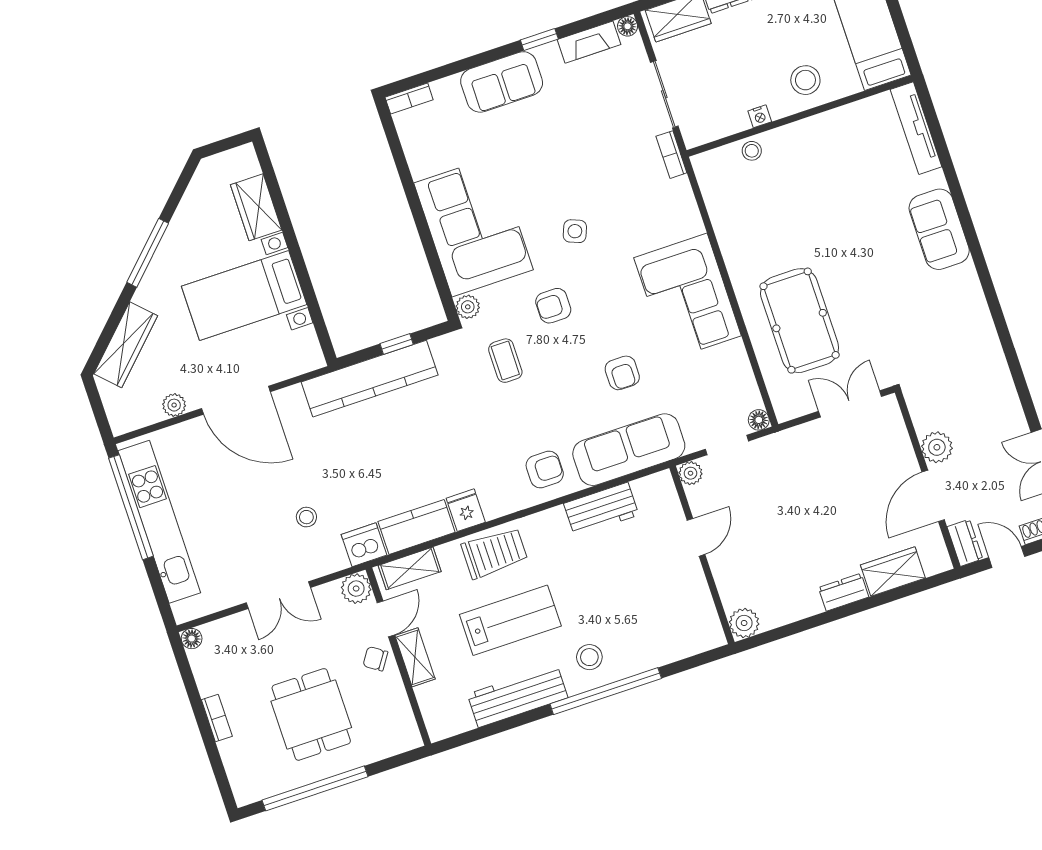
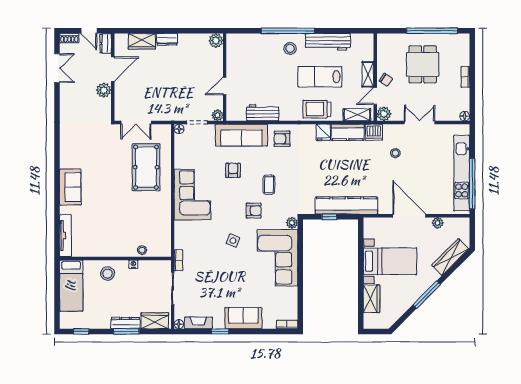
coffee table: (505, 361) -> (269, 185), moved

